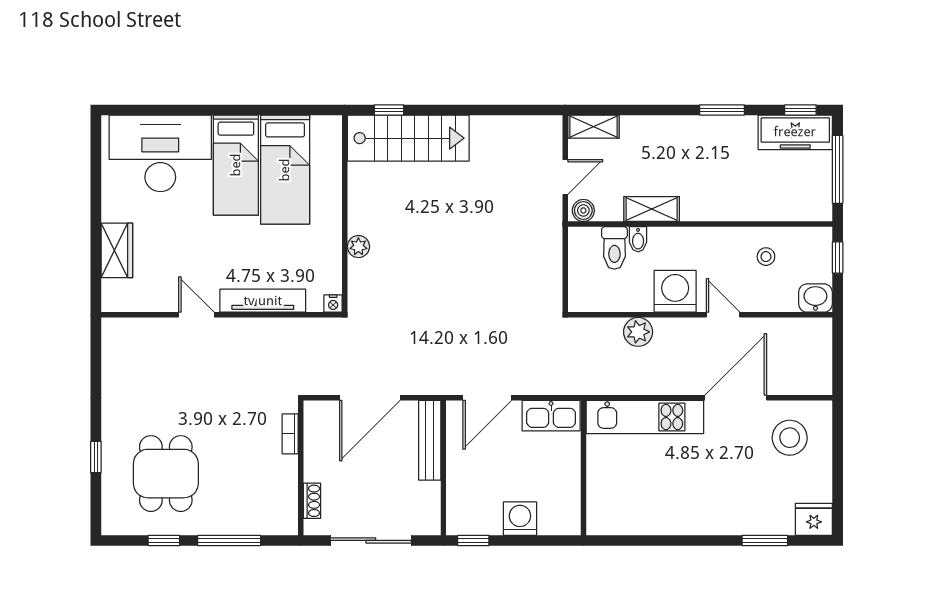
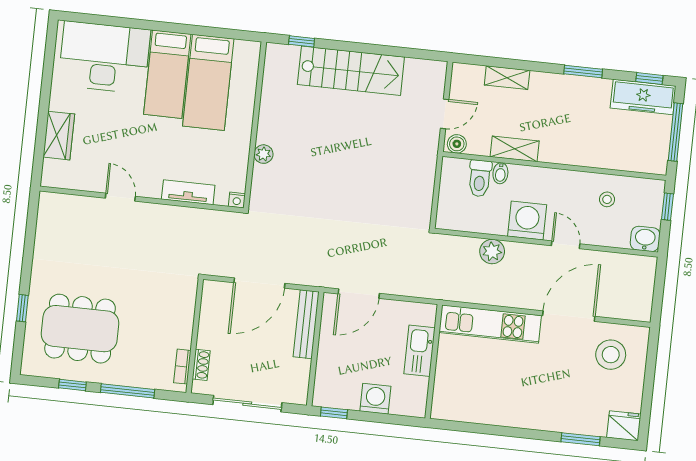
shelving: (594, 127) -> (507, 78), moved
stairs: (408, 138) -> (351, 71), moved
tv unit: (263, 301) -> (188, 192), width x0.71
kitchen sink: (551, 416) -> (420, 351), moved, turned 90
bookcase: (290, 434) -> (182, 367), moved
dining table: (166, 474) -> (80, 329), width x1.38

